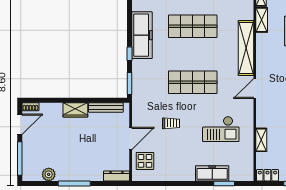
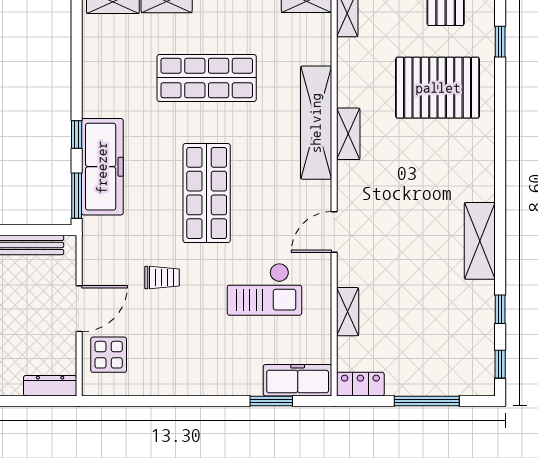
shelving: (262, 20) -> (348, 134), moved
freezer: (142, 35) -> (102, 167), moved
shop shelf: (193, 82) -> (207, 193), turned 90
door: (255, 88) -> (334, 232), moved
freezer: (212, 173) -> (298, 380), moved

